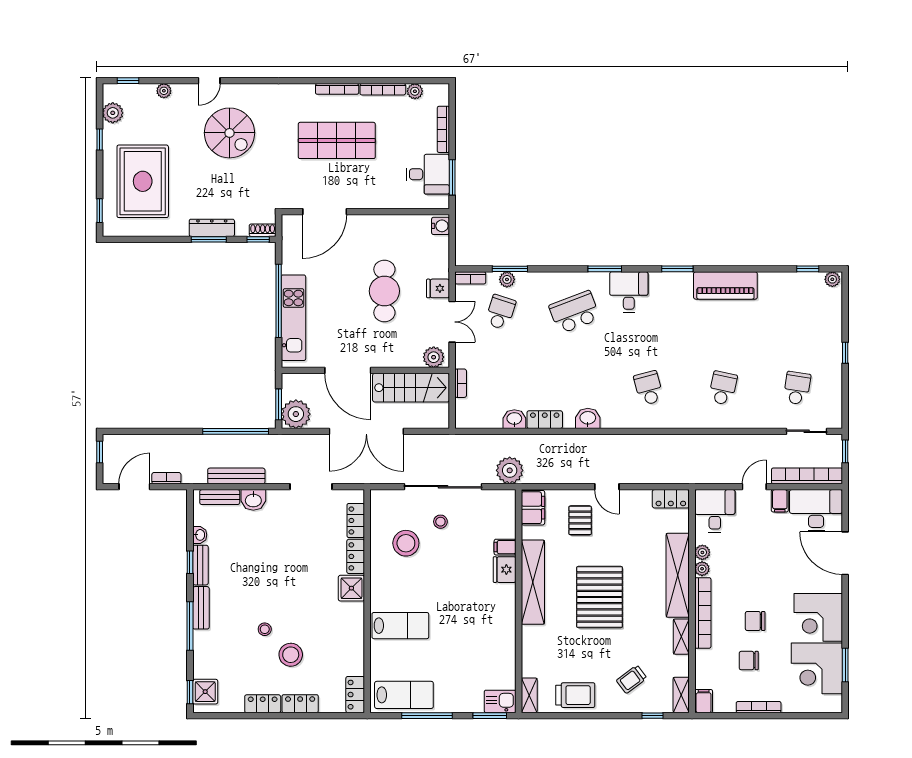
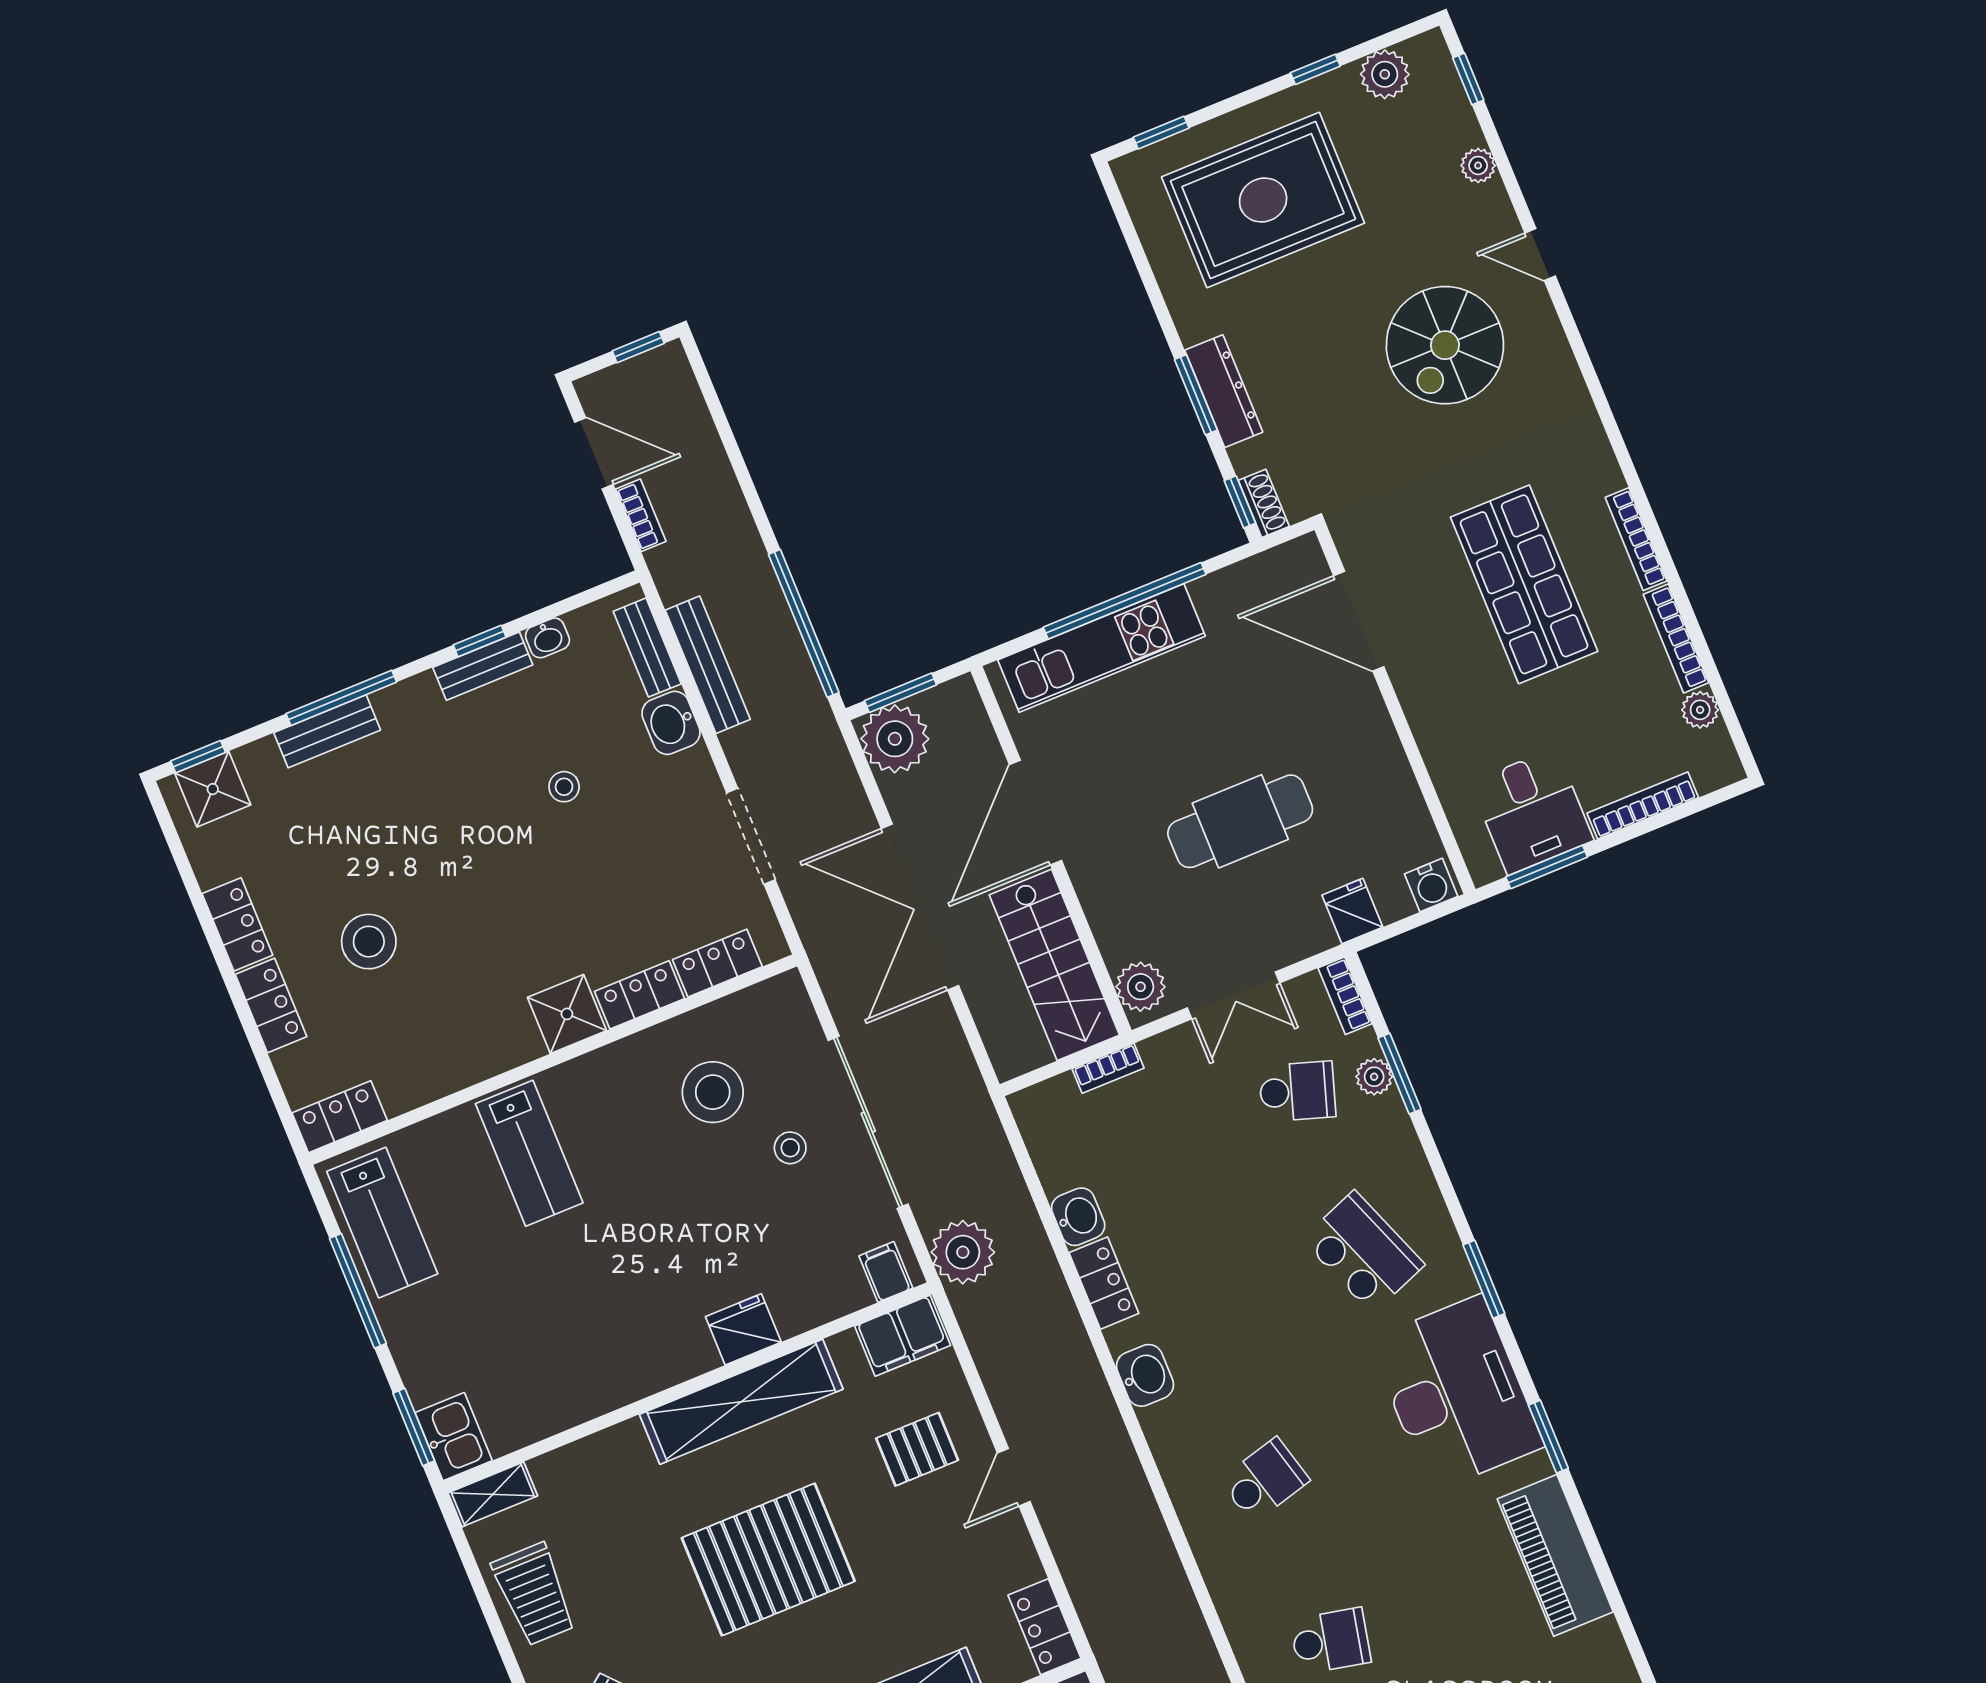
fridge: (438, 288) -> (1352, 911), moved
desk: (629, 292) -> (1456, 1393), width x1.87, depth x1.30
filing cabinet: (505, 547) -> (886, 1272), moved
bench: (201, 608) -> (327, 731), moved
stool: (265, 629) -> (564, 787), moved

